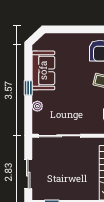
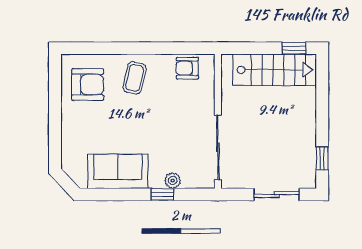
window: (28, 88) -> (162, 194), moved

